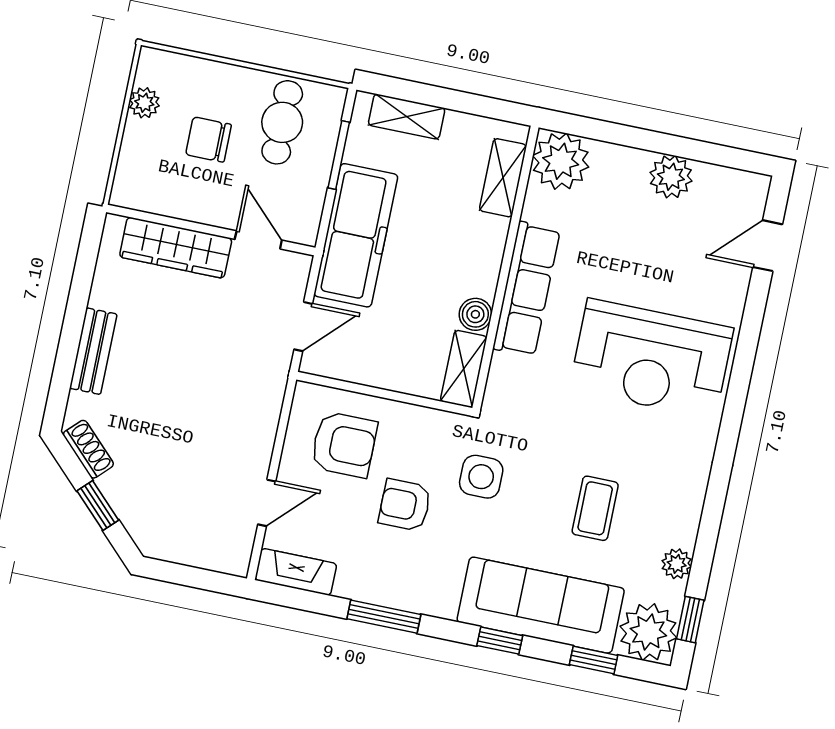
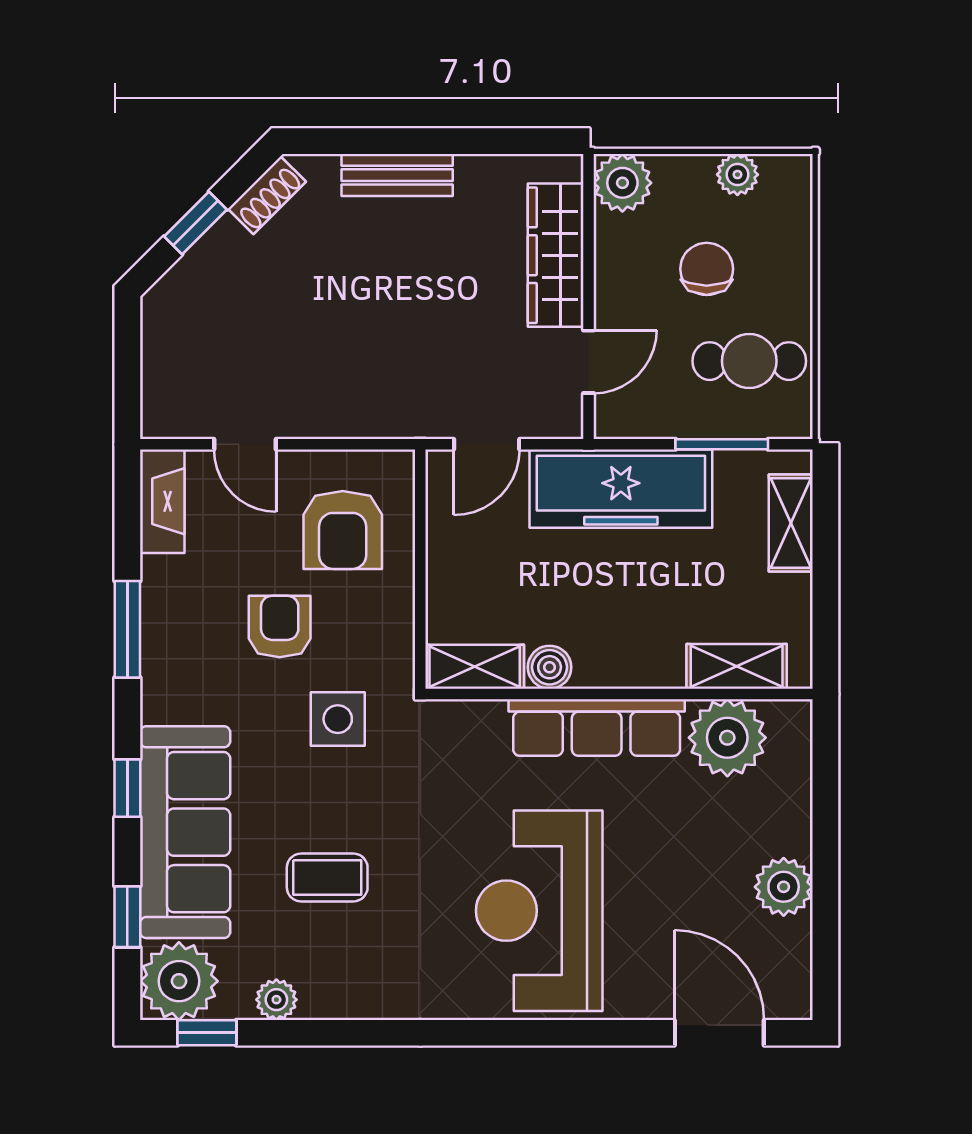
plant: (561, 161) -> (727, 738), moved
plant: (133, 188) -> (622, 183), added
door: (768, 246) -> (719, 1033), width x1.38
door: (303, 327) -> (487, 444), hinge flipped

